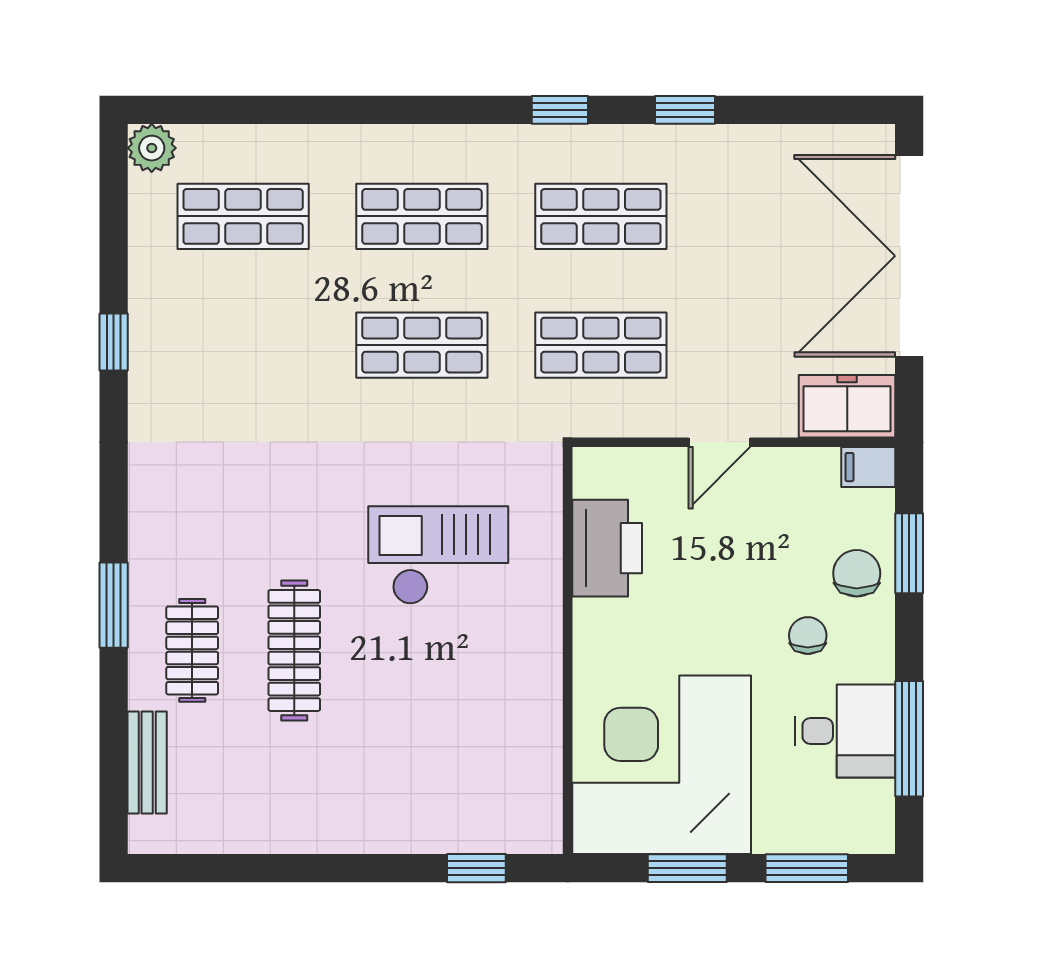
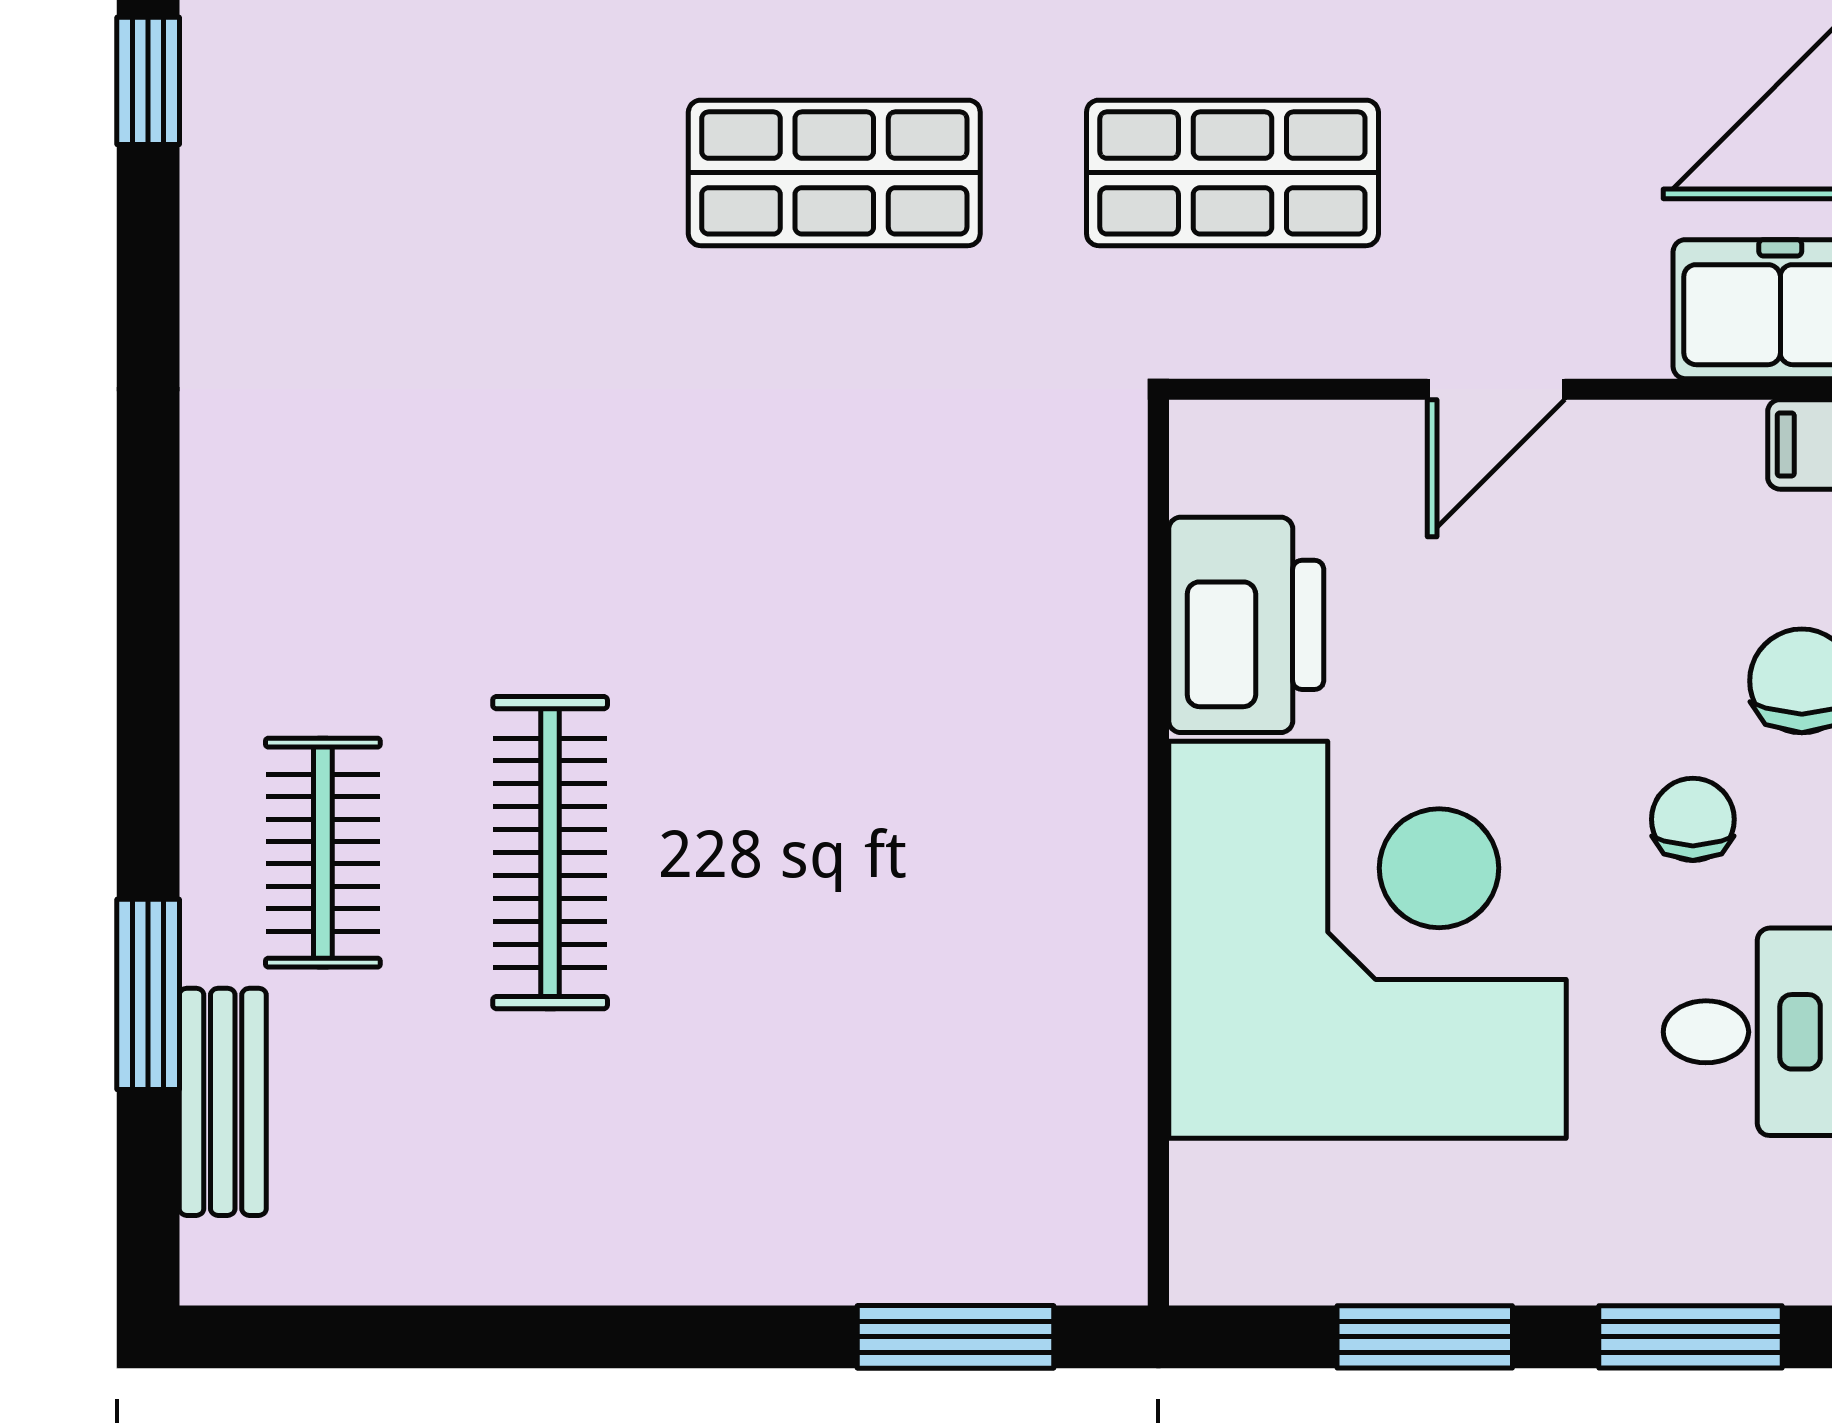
window: (114, 342) -> (148, 81), moved
checkout: (438, 555) -> (871, 641), removed
window: (114, 605) -> (148, 994), moved
corner desk: (662, 765) -> (1367, 940), moved, turned 90
window: (476, 868) -> (955, 1337), width x1.50

